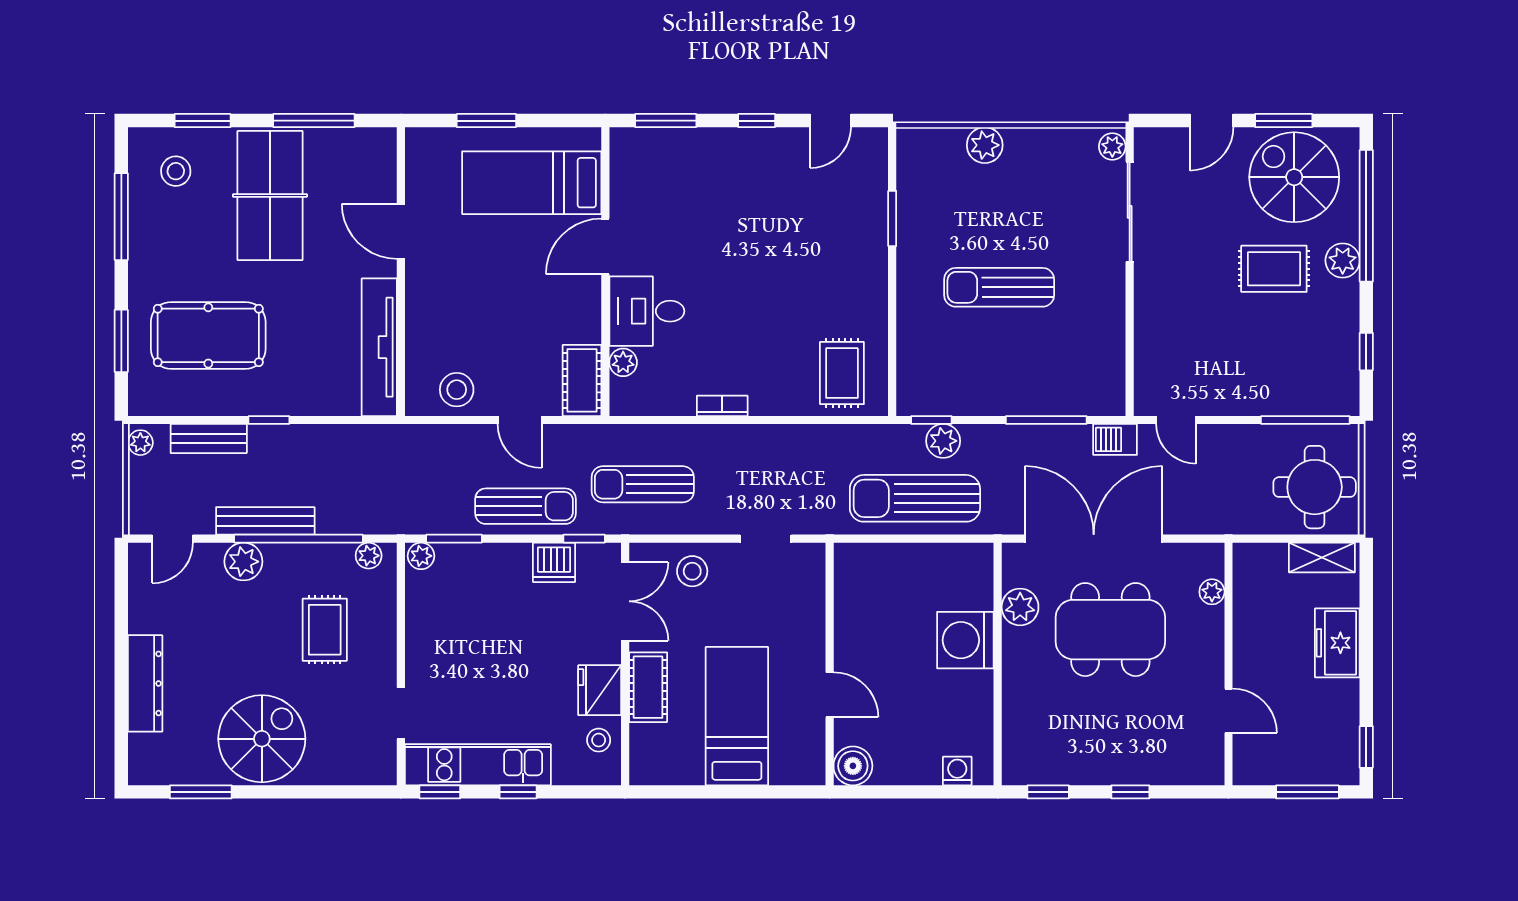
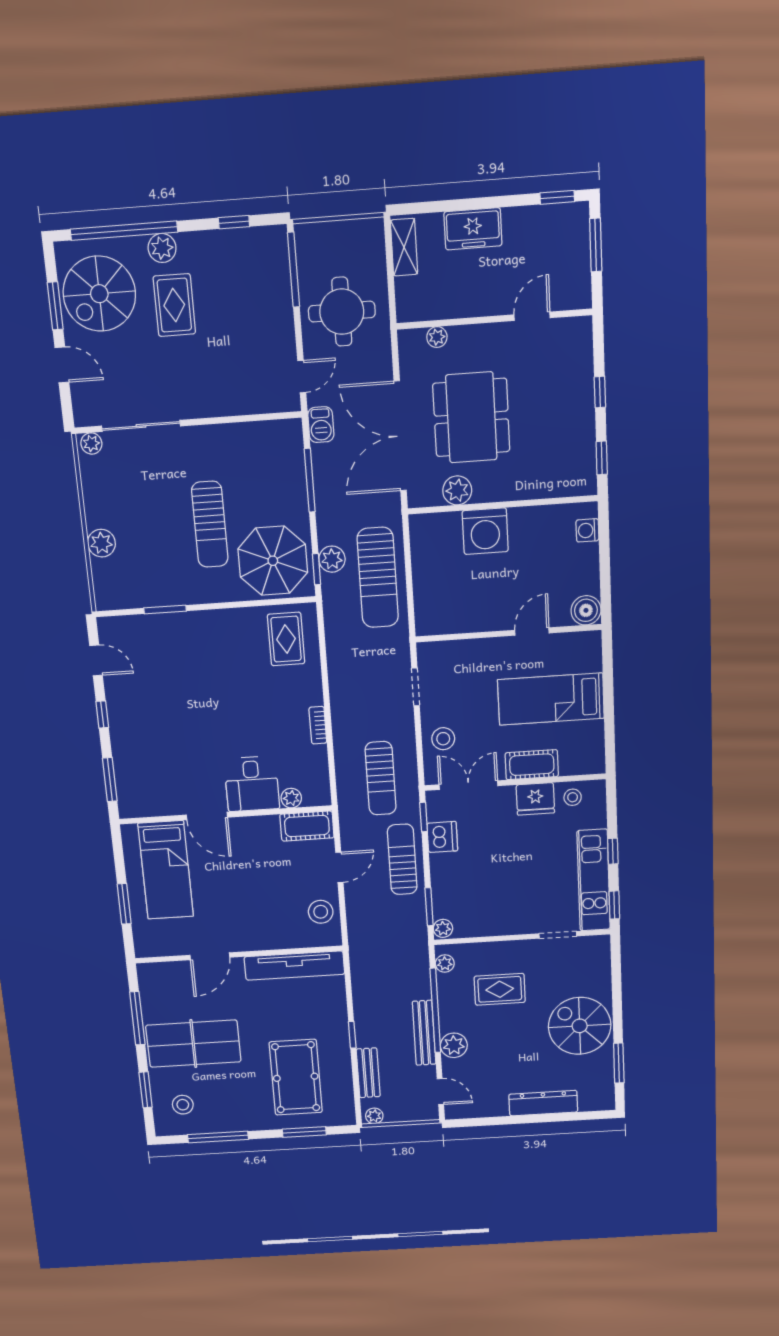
parasol: (946, 364) -> (273, 561), added
rug: (842, 373) -> (286, 639), turned 90
round table: (1315, 487) -> (342, 312), moved

